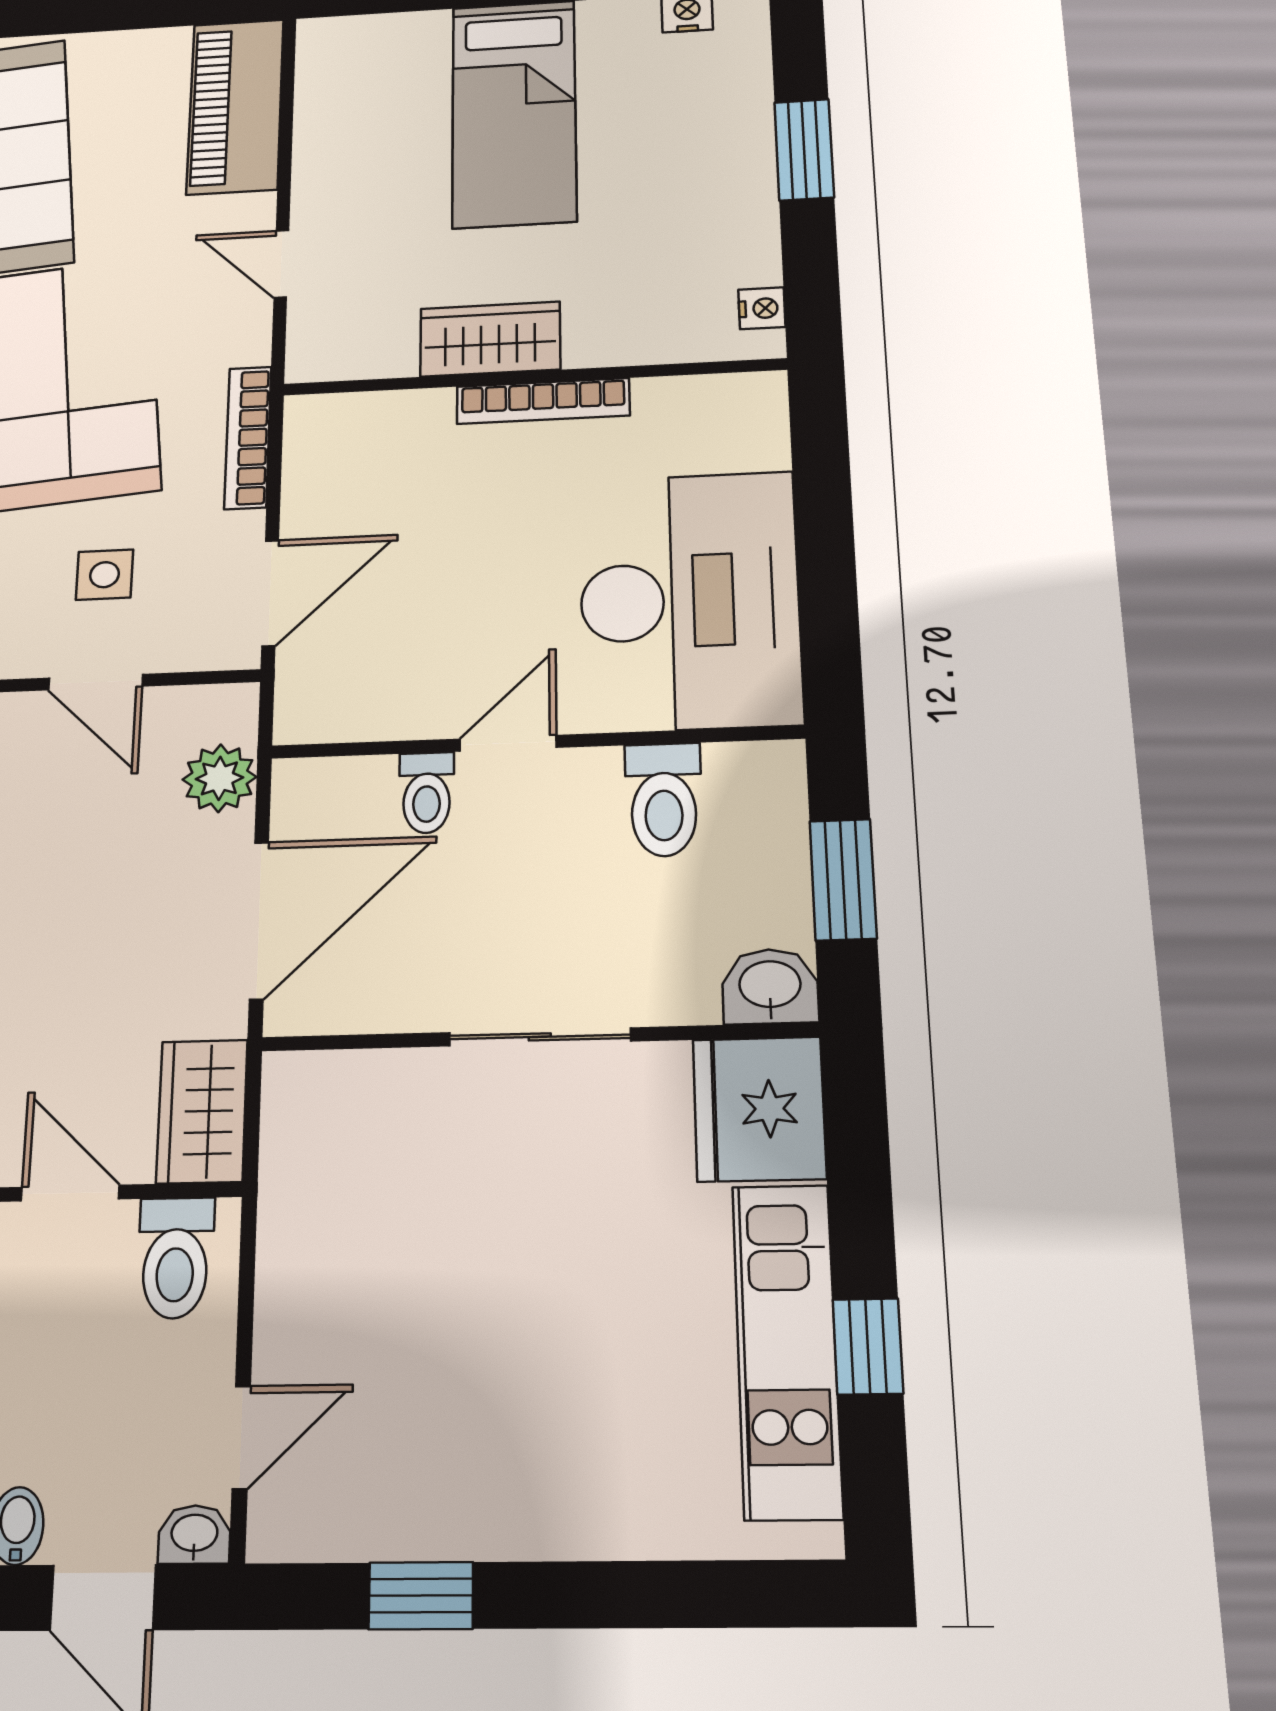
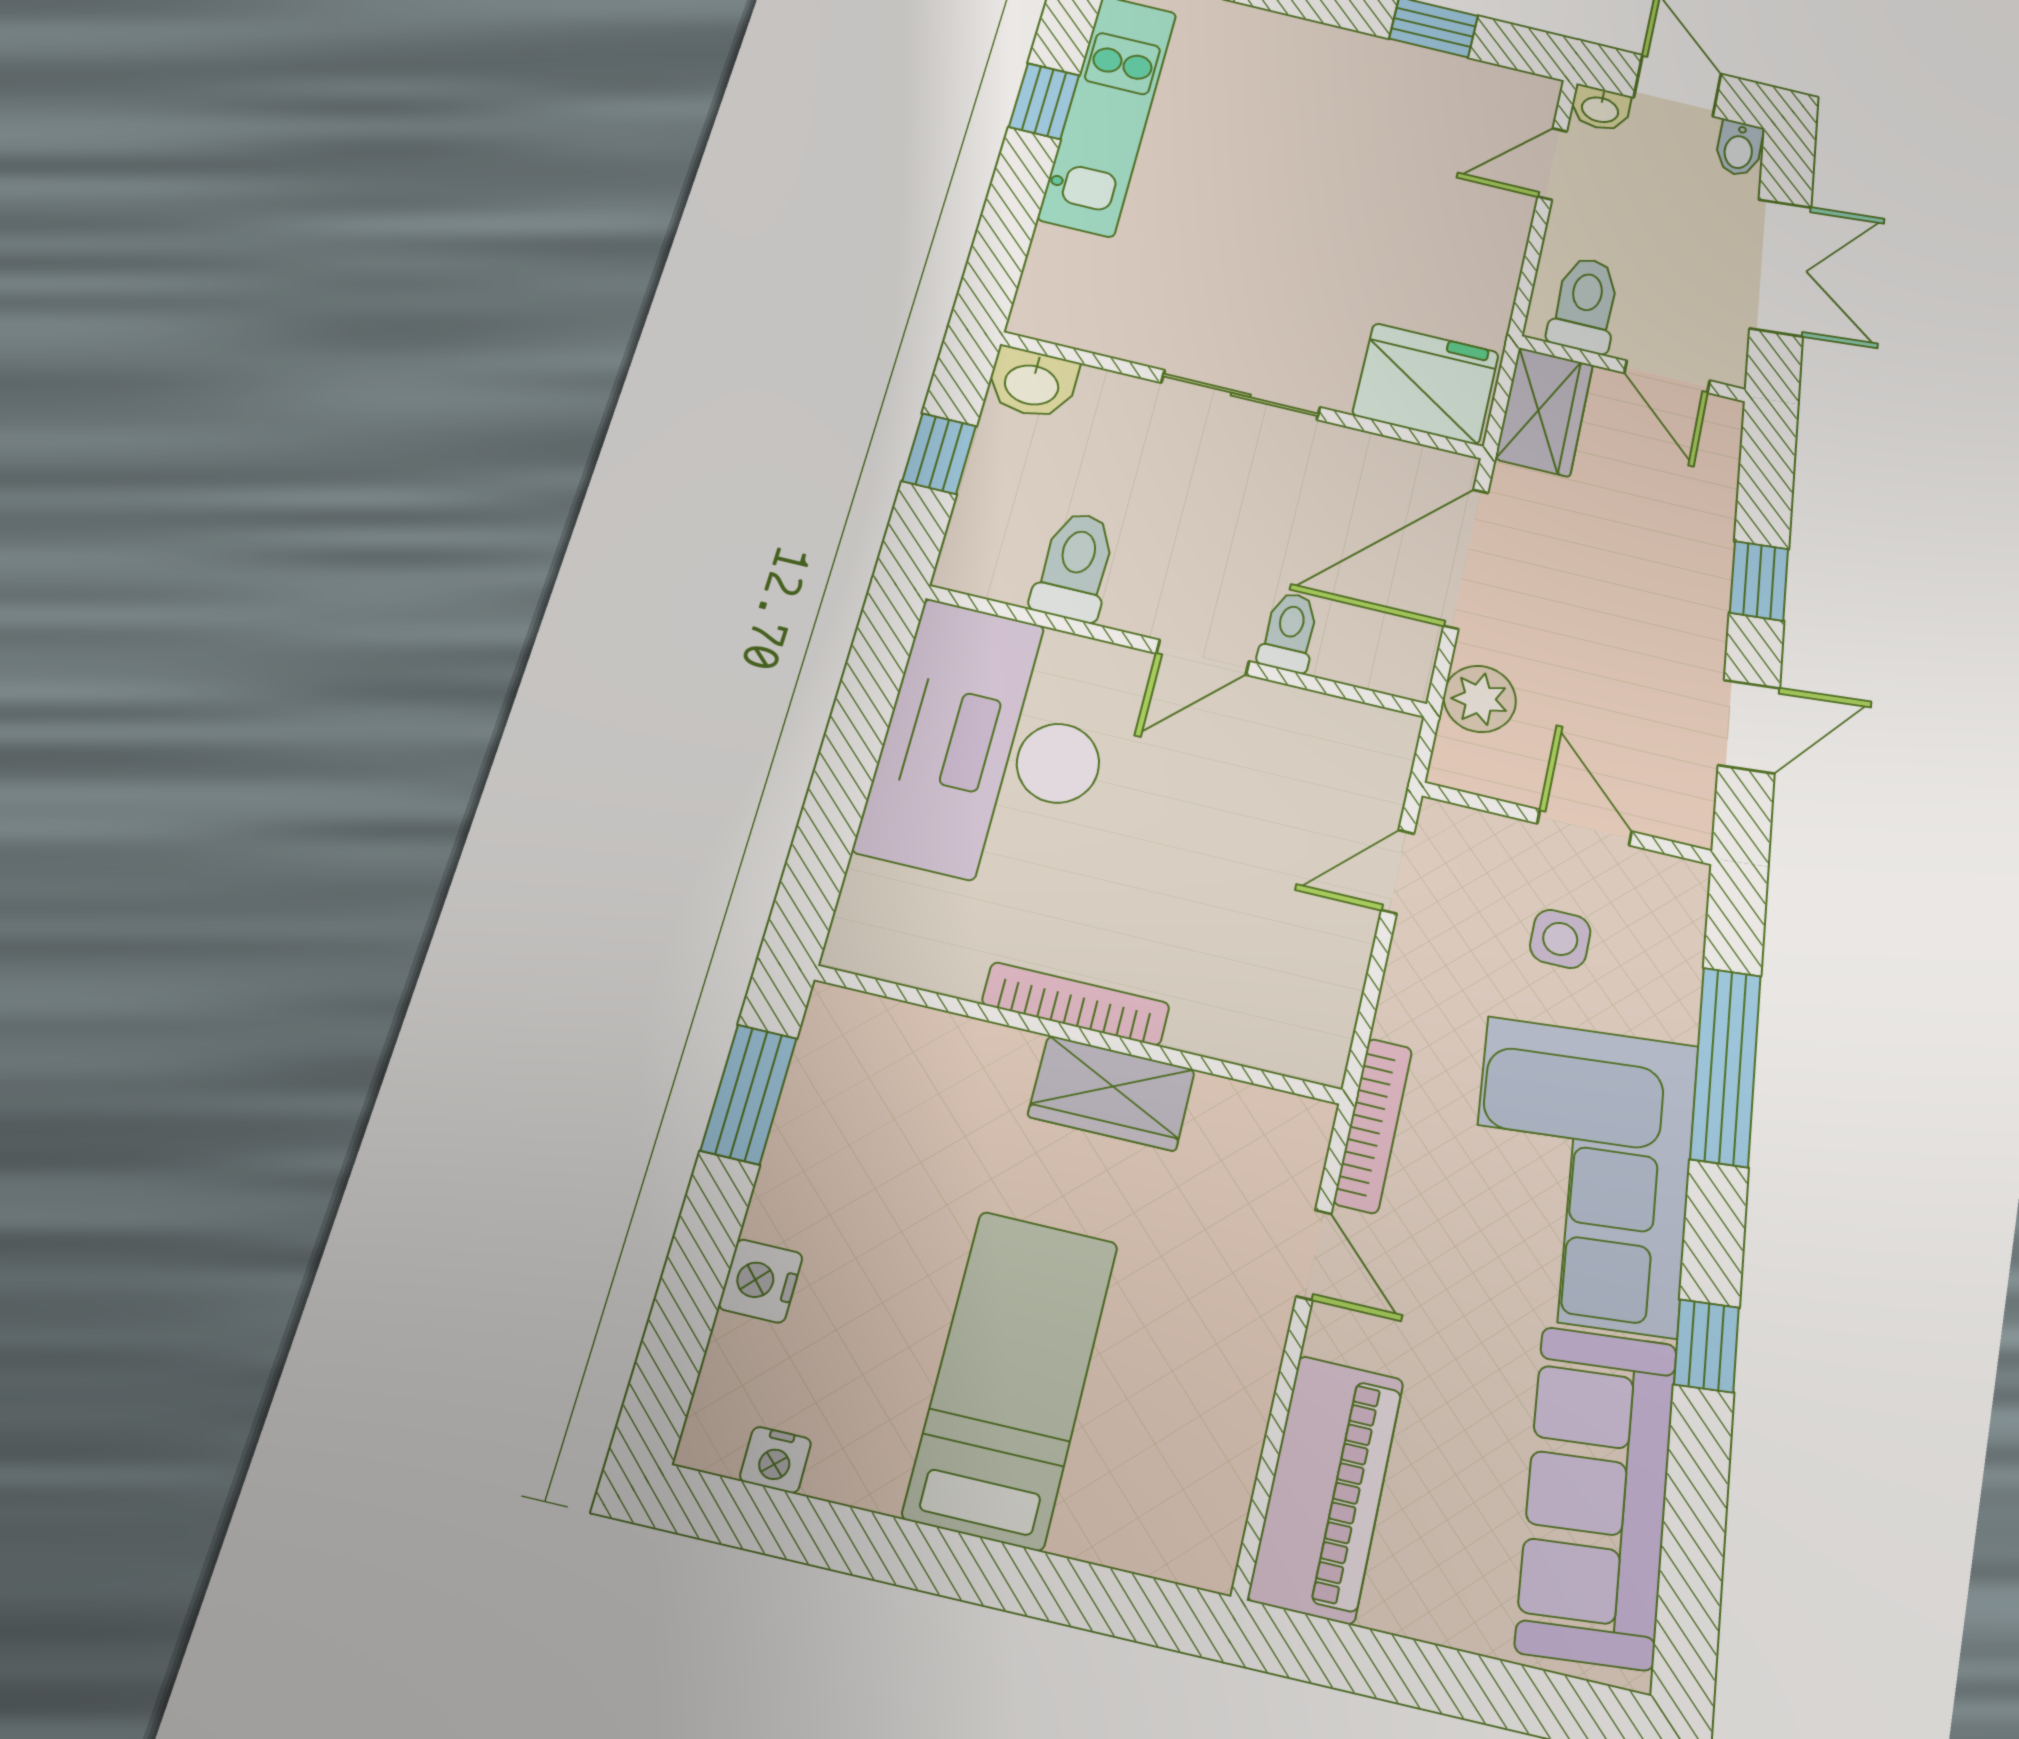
window: (804, 150) -> (749, 1094), moved
nightstand: (762, 308) -> (761, 1281), moved, width x1.39, depth x1.35
bookcase: (248, 437) -> (1373, 1126), moved
door: (270, 593) -> (1398, 872), width x0.73
window: (843, 880) -> (939, 454), width x0.67
fridge: (759, 1109) -> (1426, 384), moved, turned -90

